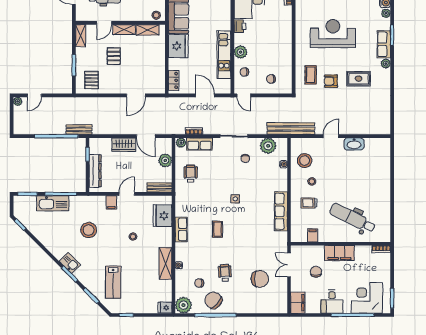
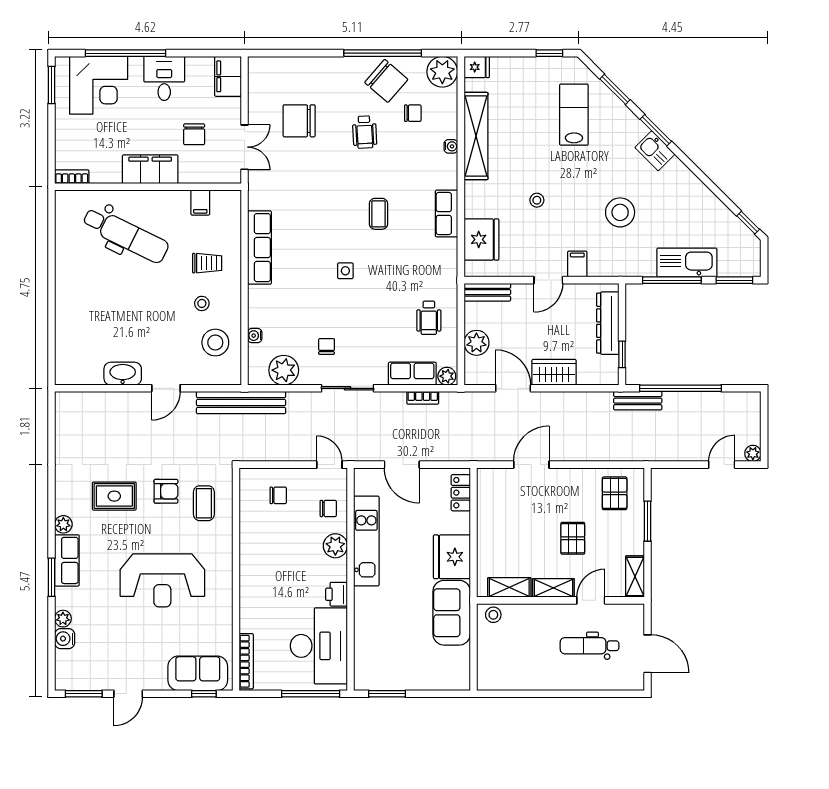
shelving: (165, 263) -> (476, 136), width x1.47

